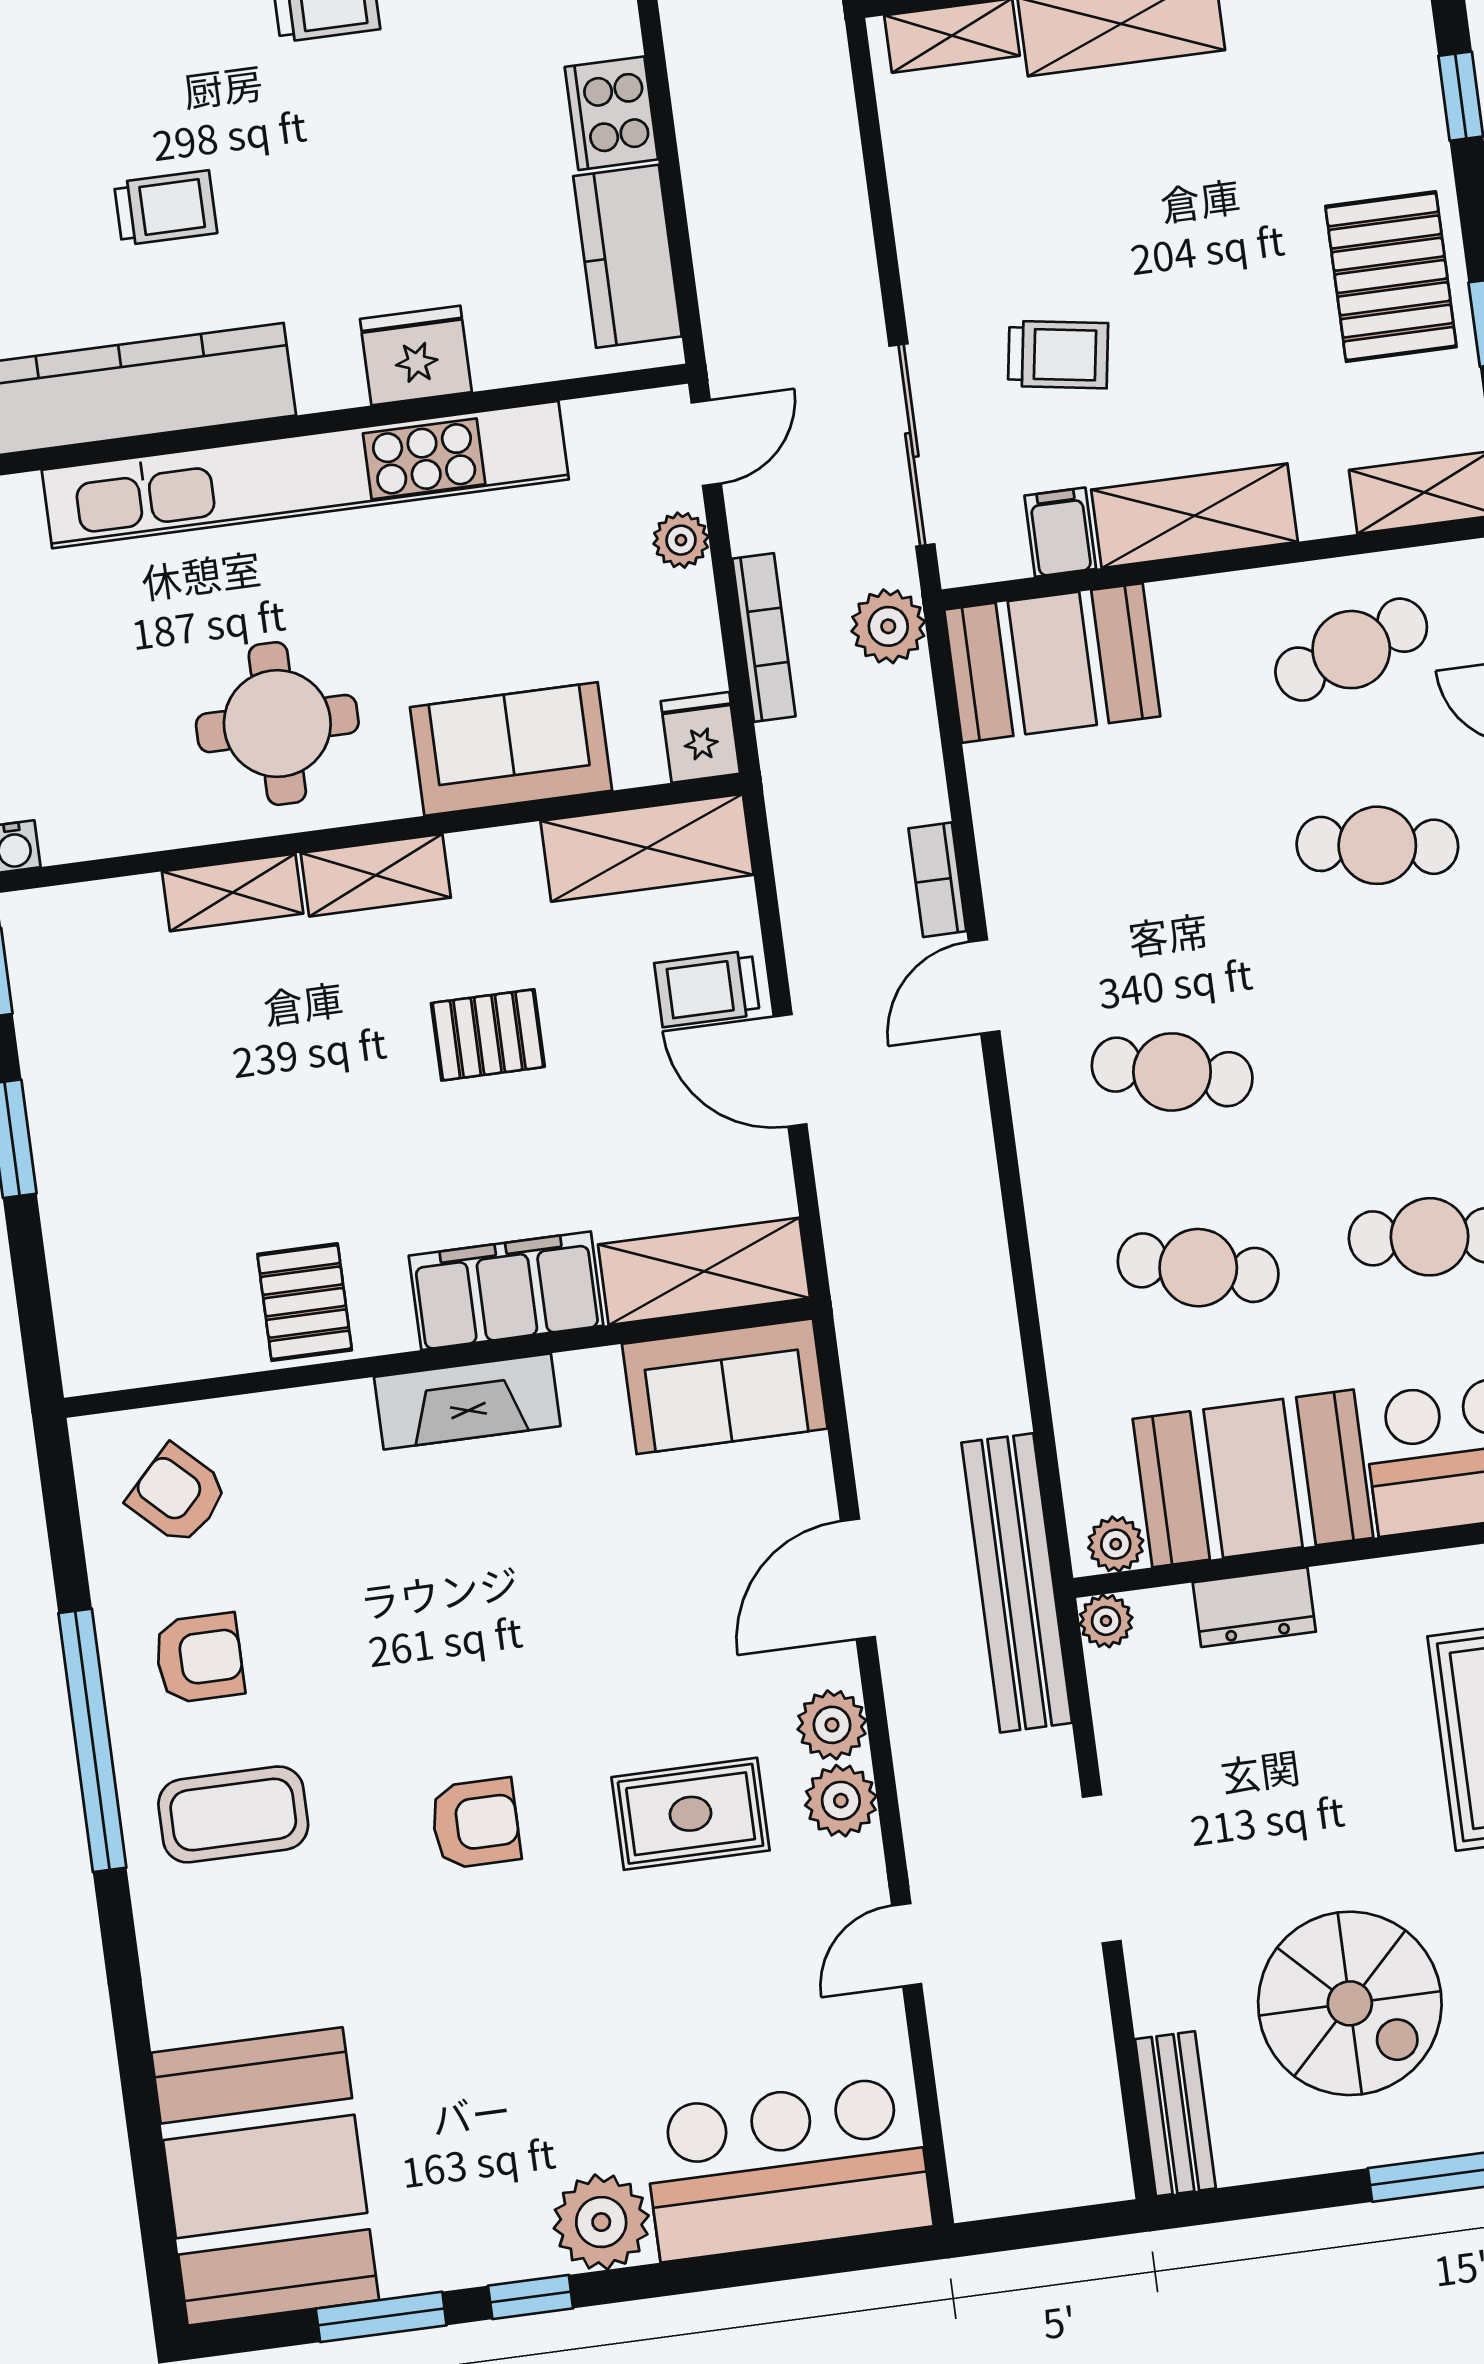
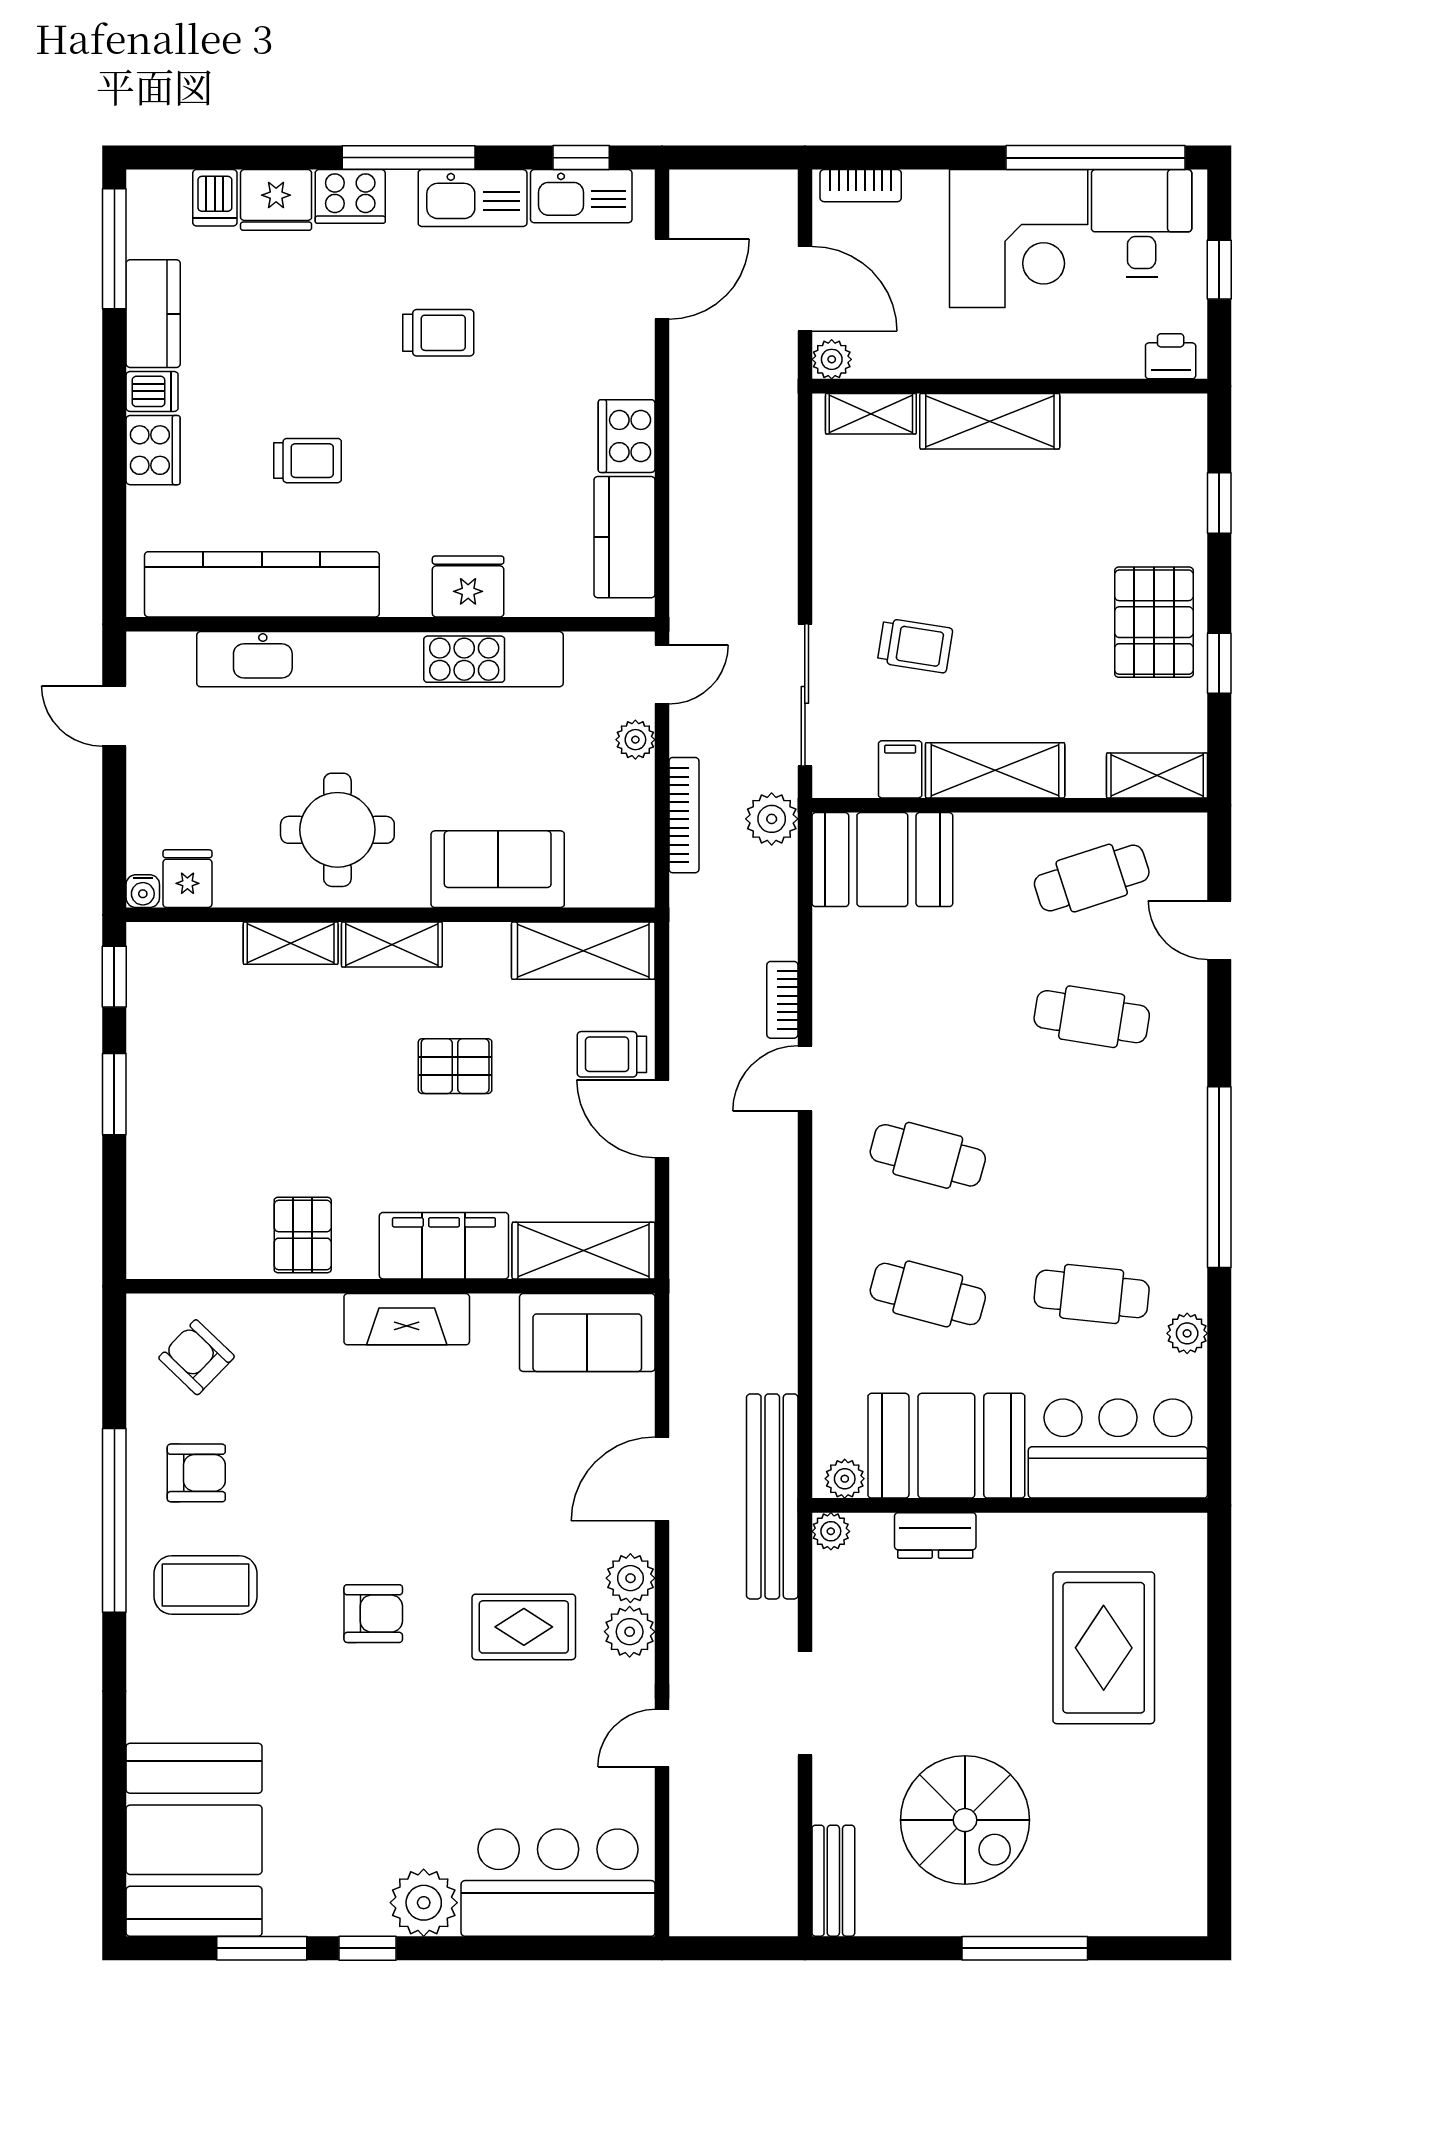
fridge: (700, 737) -> (187, 879), moved

